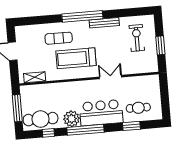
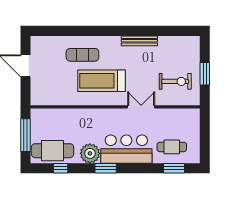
window: (82, 16) -> (114, 31), removed
exercise bike: (137, 38) -> (175, 81), moved, turned 90
shelving: (35, 77) -> (50, 100), removed
window: (131, 126) -> (174, 168), moved
window: (85, 130) -> (106, 168), width x0.47

